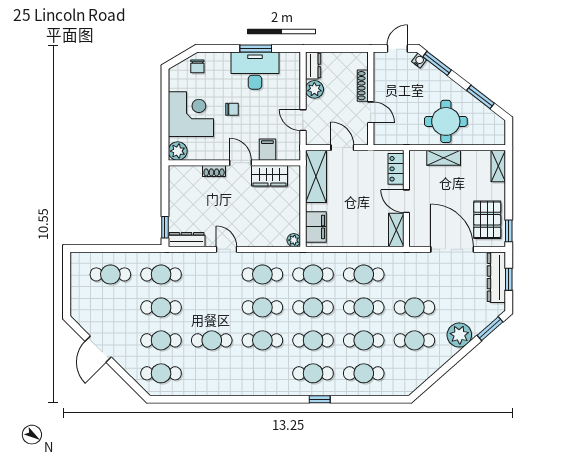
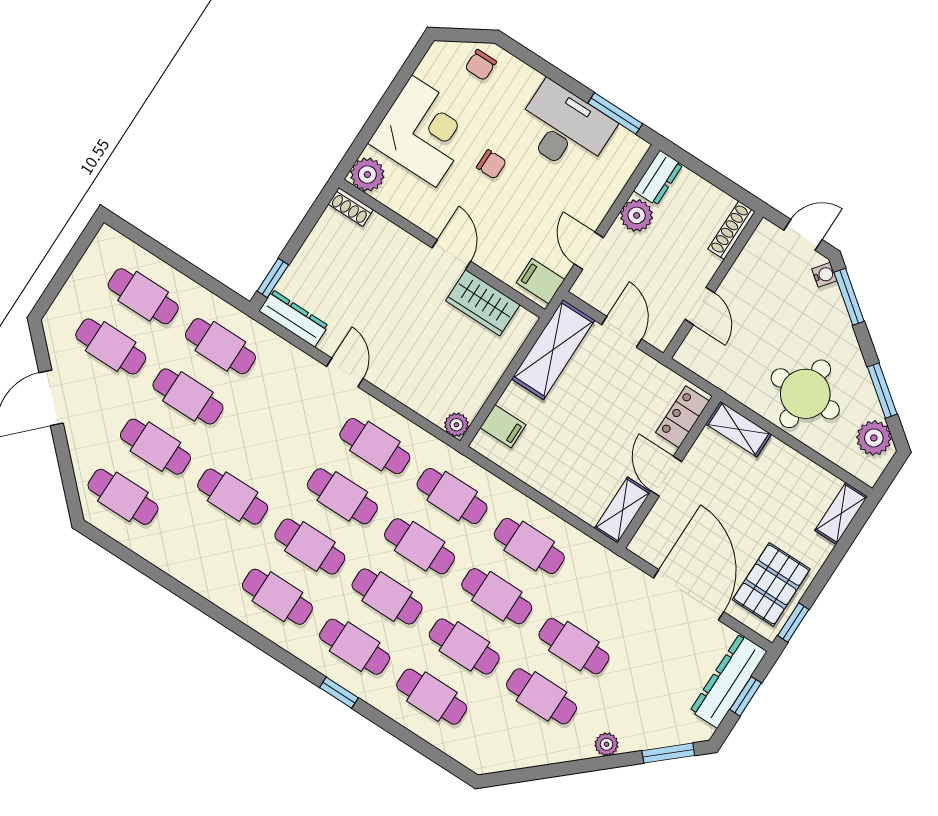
window: (256, 49) -> (615, 113), moved
shoe rack: (363, 86) -> (731, 230), moved
plant: (491, 121) -> (874, 438), added
filing cabinet: (267, 150) -> (540, 281), moved, turned -90
shelving: (444, 158) -> (739, 429), moved
shoe rack: (214, 171) -> (351, 207), moved
filing cabinet: (316, 227) -> (503, 426), width x0.50
cafe table: (110, 307) -> (111, 346), added
plant: (459, 335) -> (607, 744), width x0.53, depth x0.53
cafe table: (262, 373) -> (277, 597), added

